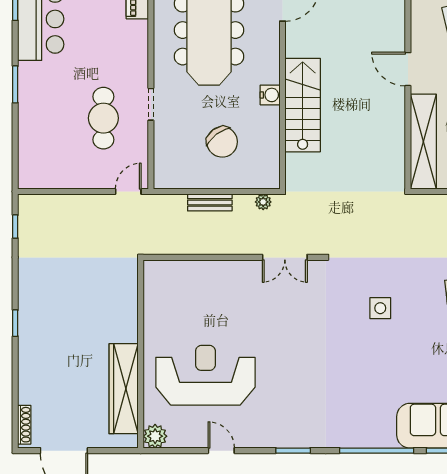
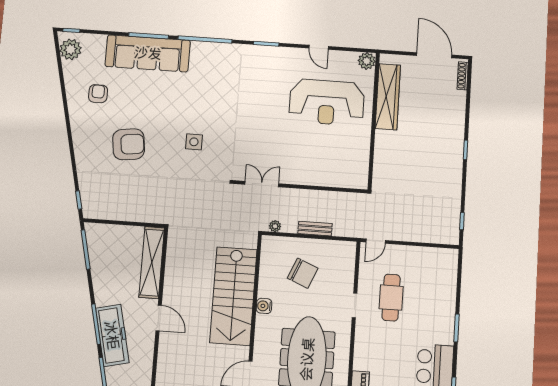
stairs: (303, 105) -> (233, 296), width x1.36, depth x1.51
chair: (222, 142) -> (303, 273), turned 150

